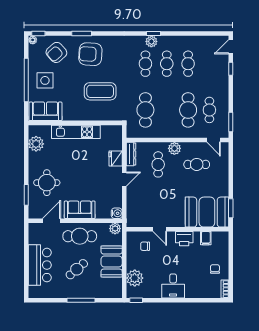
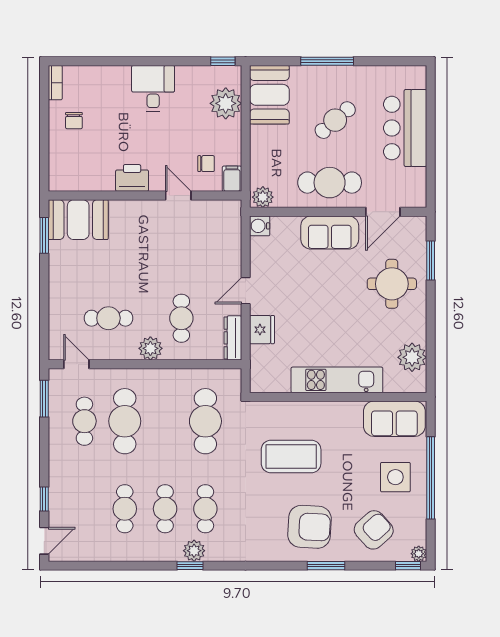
booth: (207, 212) -> (78, 220), width x0.73, depth x0.70
filing cabinet: (206, 238) -> (232, 179), moved
booth: (112, 262) -> (269, 95), moved

